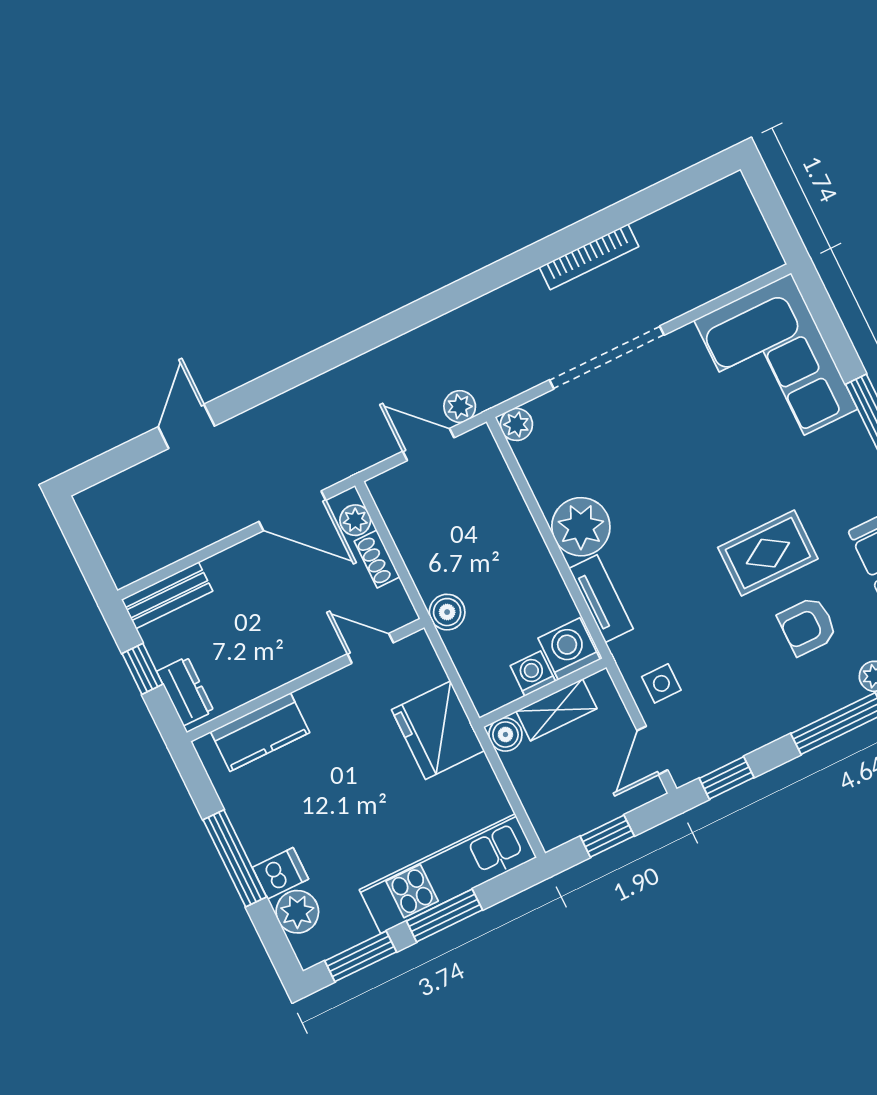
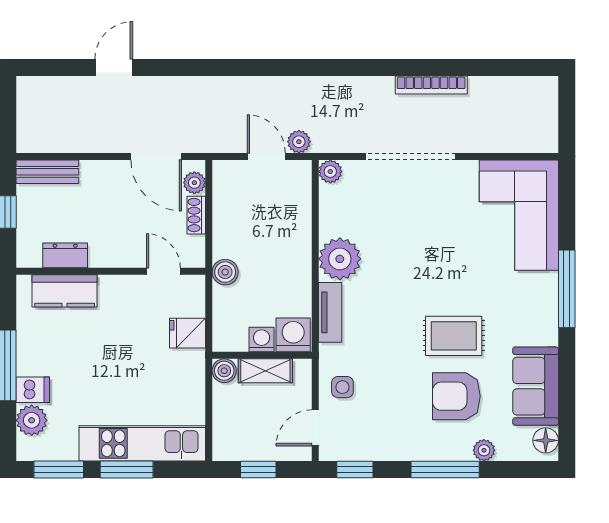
armchair: (808, 626) -> (456, 396), width x1.38, depth x1.38
dresser: (185, 691) -> (65, 255), moved, turned -90
fridge: (438, 730) -> (188, 333), width x0.53, depth x0.75

